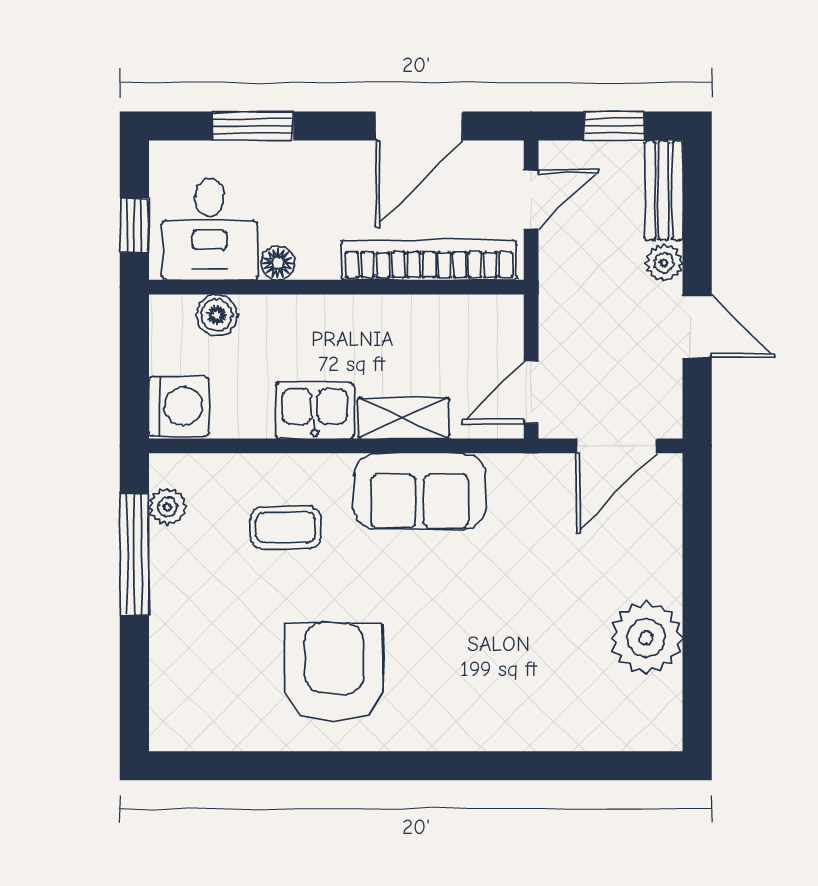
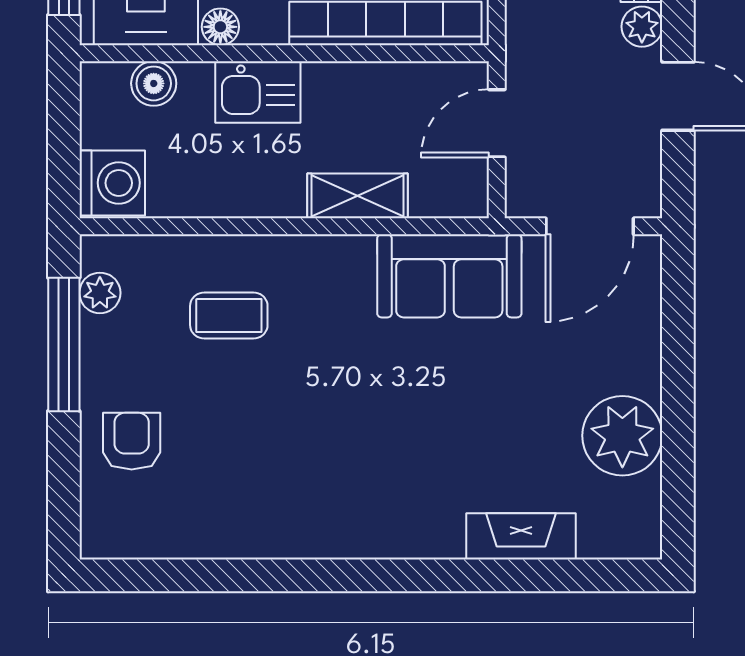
door: (531, 392) -> (497, 123), moved
kitchen sink: (315, 410) -> (258, 92), moved, turned 180
sofa: (420, 491) -> (449, 276), moved
armchair: (334, 672) -> (132, 441), moved, width x0.53, depth x0.53
fireplace: (553, 730) -> (521, 536), added

